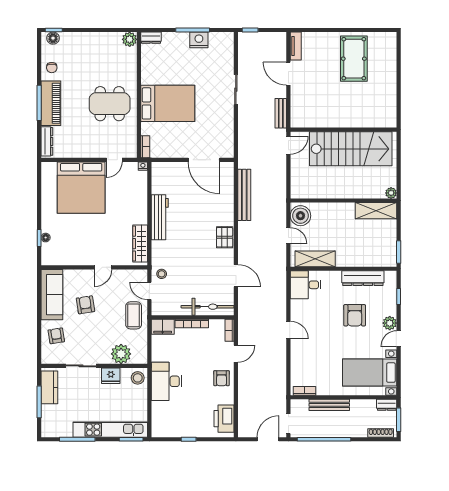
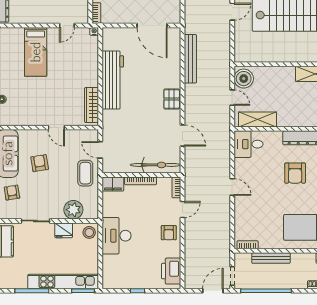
bed: (81, 188) -> (36, 52), width x0.49
workbench: (160, 217) -> (113, 80), width x1.36, depth x1.32
door: (103, 267) -> (56, 128), hinge flipped
stool: (162, 274) -> (112, 134), removed

